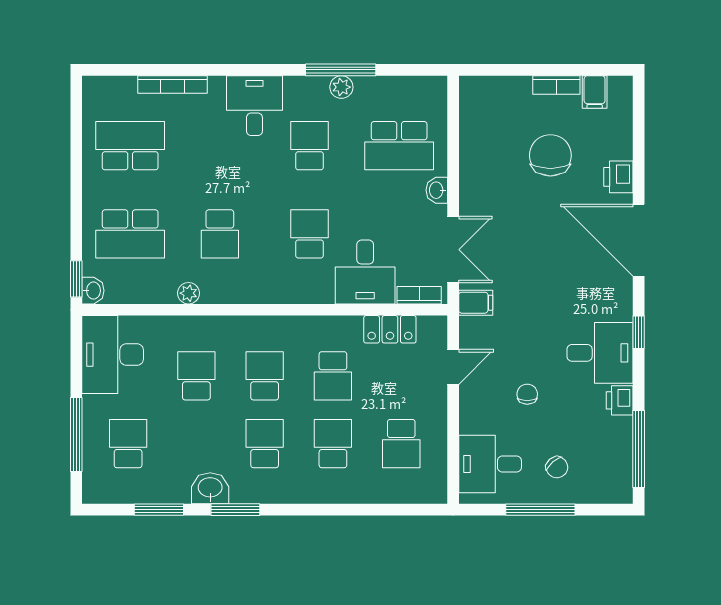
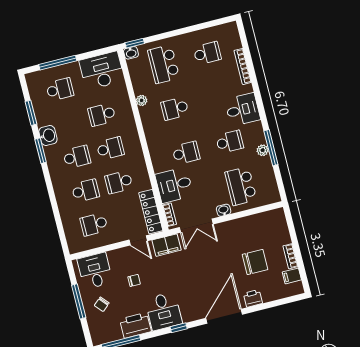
school desk: (130, 146) -> (207, 53), width x0.54
filing cabinet: (476, 303) -> (167, 245), width x2.00
locker: (390, 329) -> (151, 212), width x1.53
school desk: (196, 376) -> (102, 115), turned 180
printer: (620, 400) -> (135, 325), width x1.87, depth x1.48

